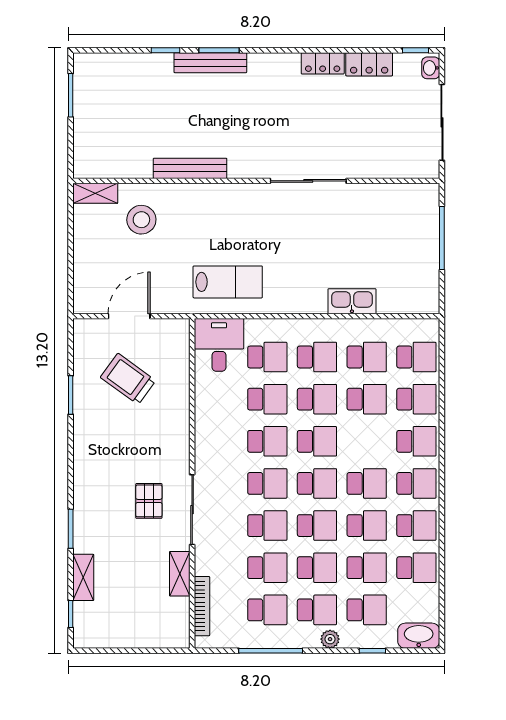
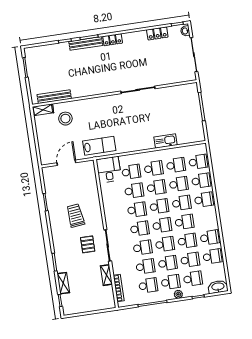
locker: (323, 63) -> (113, 40), moved
bench: (190, 168) -> (54, 97), moved
lab bench: (228, 282) -> (99, 146), moved
trolley: (128, 379) -> (75, 216), moved, turned 48
school desk: (416, 483) -> (182, 203), moved

